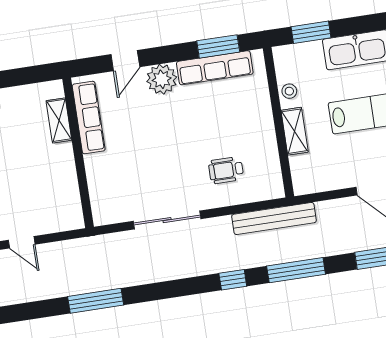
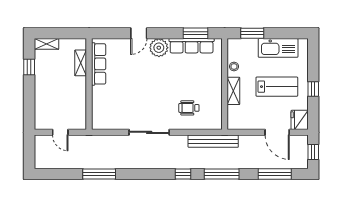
row of seats: (89, 118) -> (99, 64), moved
shelving: (59, 120) -> (81, 63), moved
wall: (78, 153) -> (89, 84), moved

